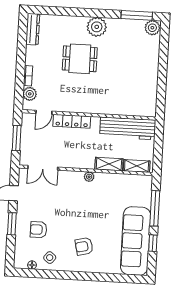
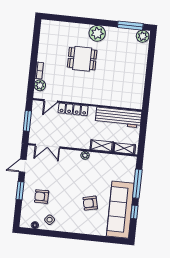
dresser: (33, 29) -> (45, 33), removed
armchair: (84, 246) -> (90, 203), moved

